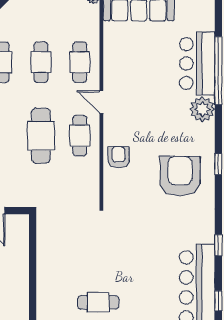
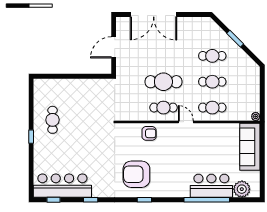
door: (101, 102) -> (186, 122), hinge flipped
plant: (202, 109) -> (242, 189), moved
armchair: (180, 176) -> (136, 174), turned 180

